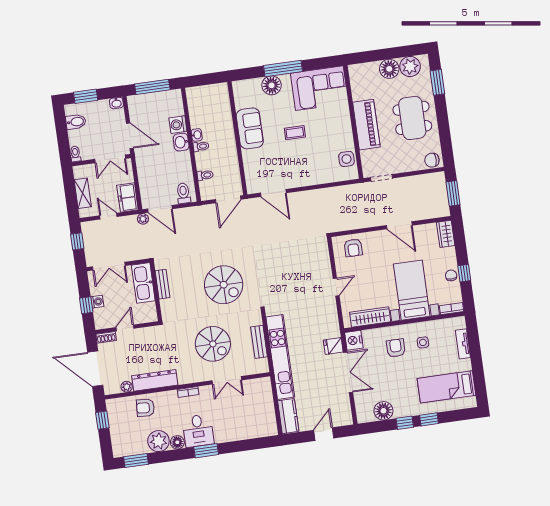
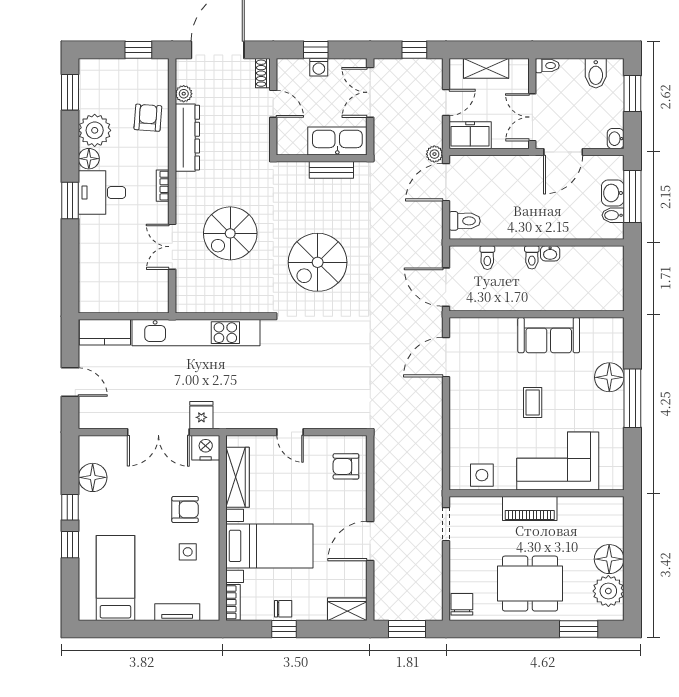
corner sofa: (319, 88) -> (558, 461), moved, turned 90
bidet: (166, 98) -> (613, 215), added
washing machine: (178, 125) -> (570, 227), removed
piano: (366, 125) -> (530, 509), width x0.73, depth x0.75
washbasin: (181, 142) -> (613, 193), moved, turned -90
bench: (259, 342) -> (224, 304), removed

